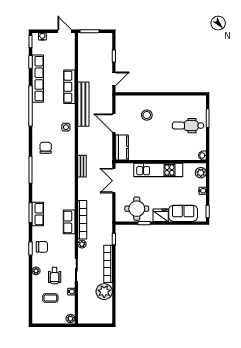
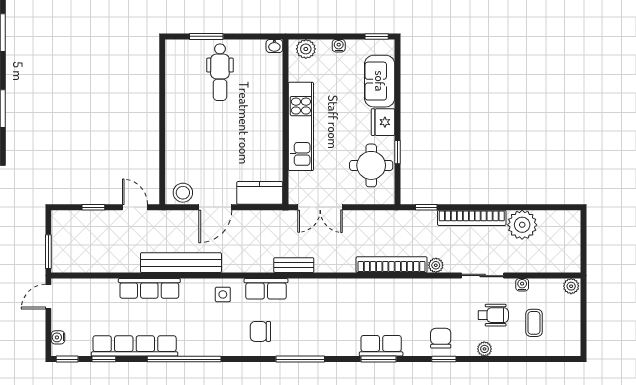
stool: (147, 115) -> (183, 193), moved
row of seats: (69, 222) -> (266, 289), moved

